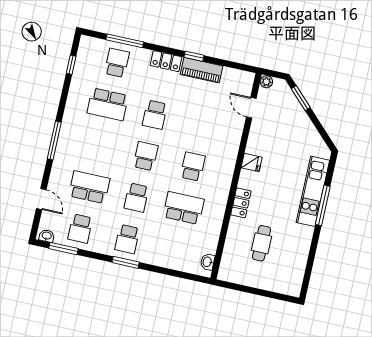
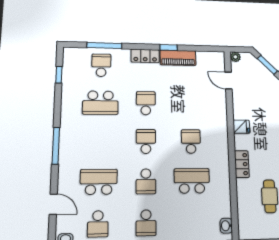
school desk: (155, 115) -> (146, 103), turned 180

